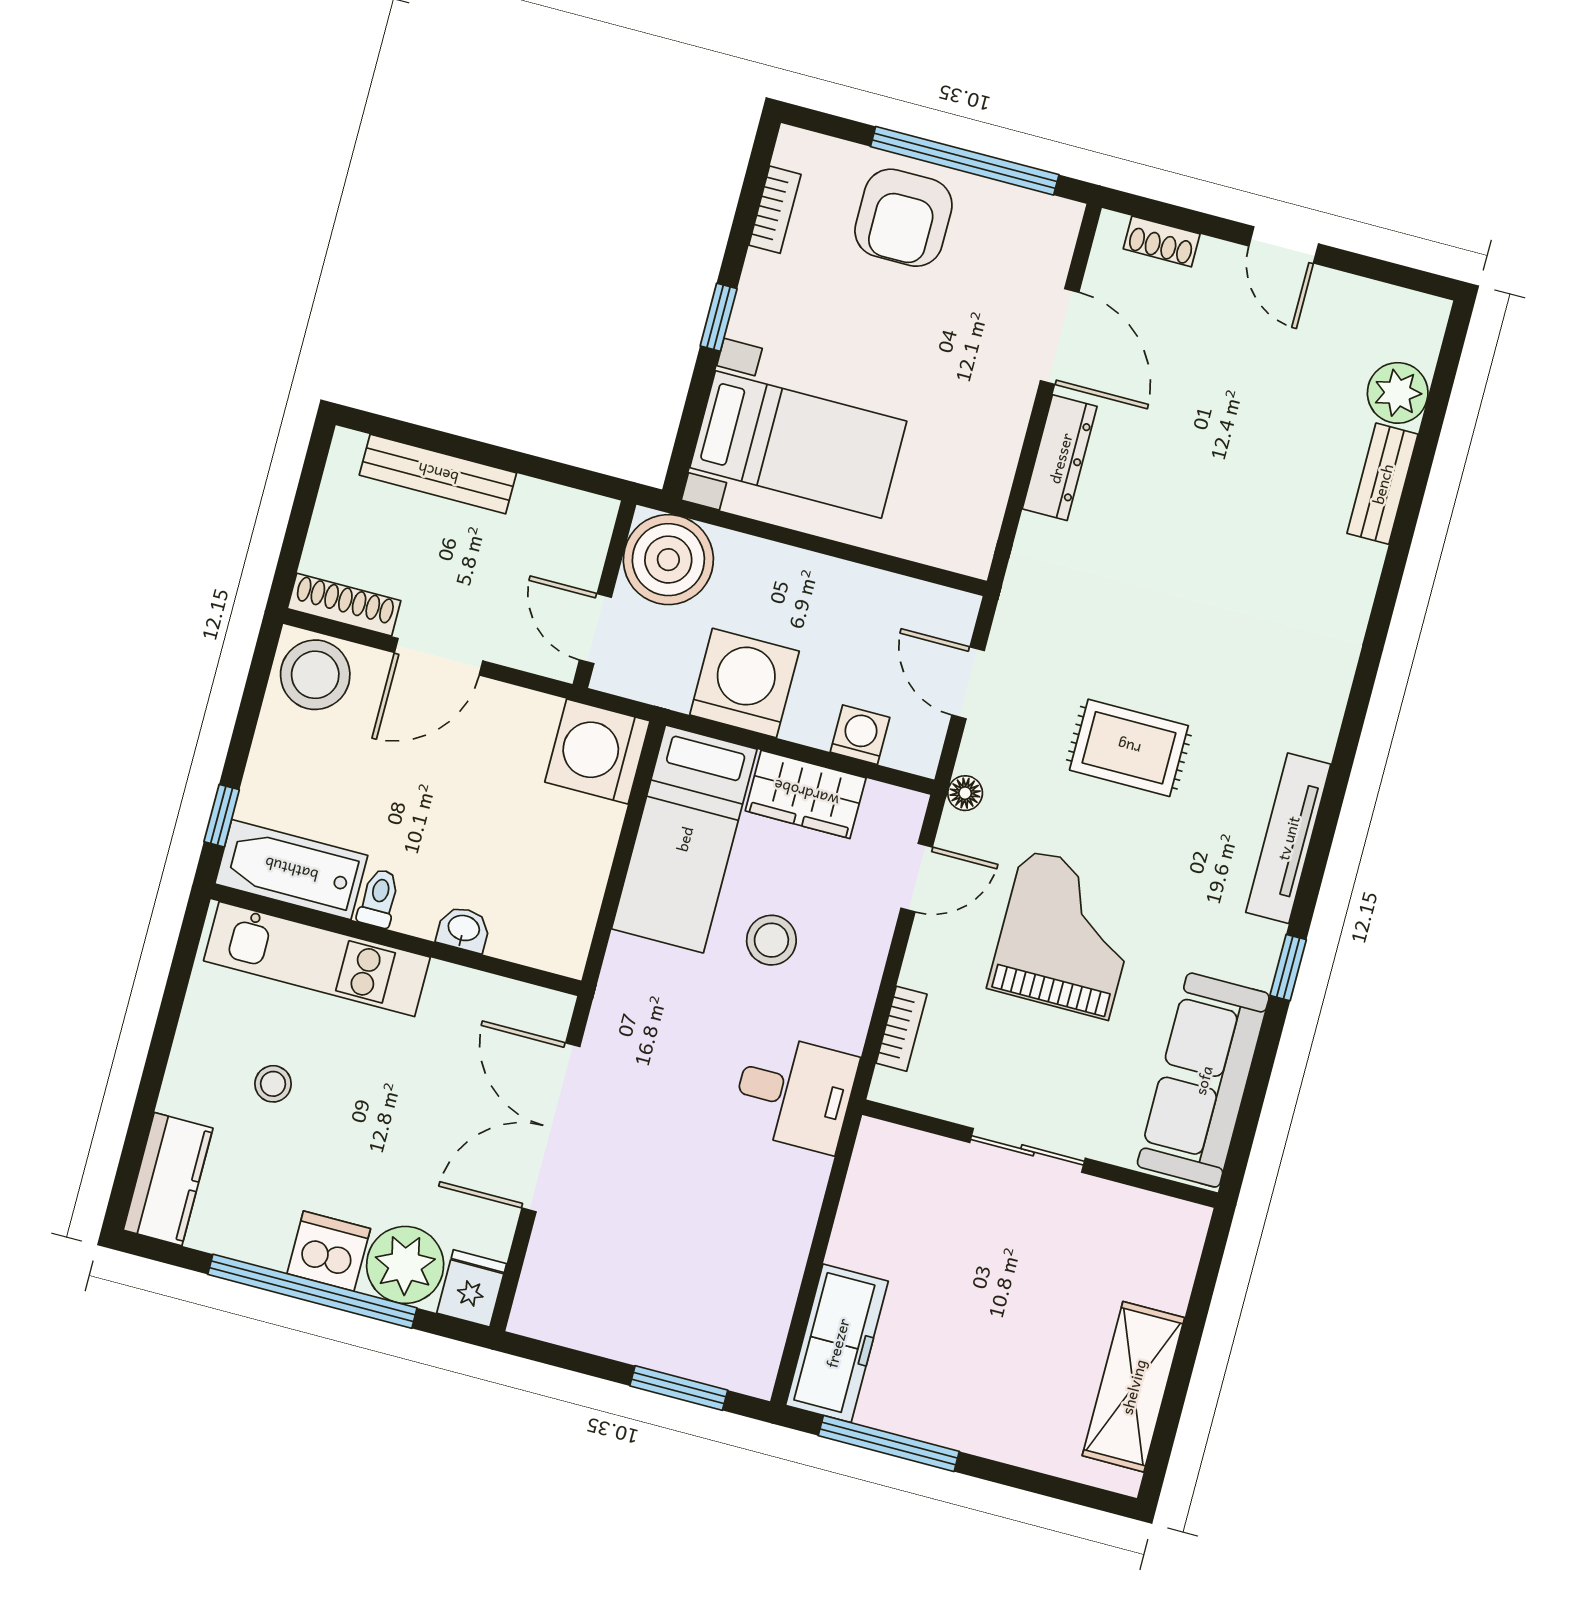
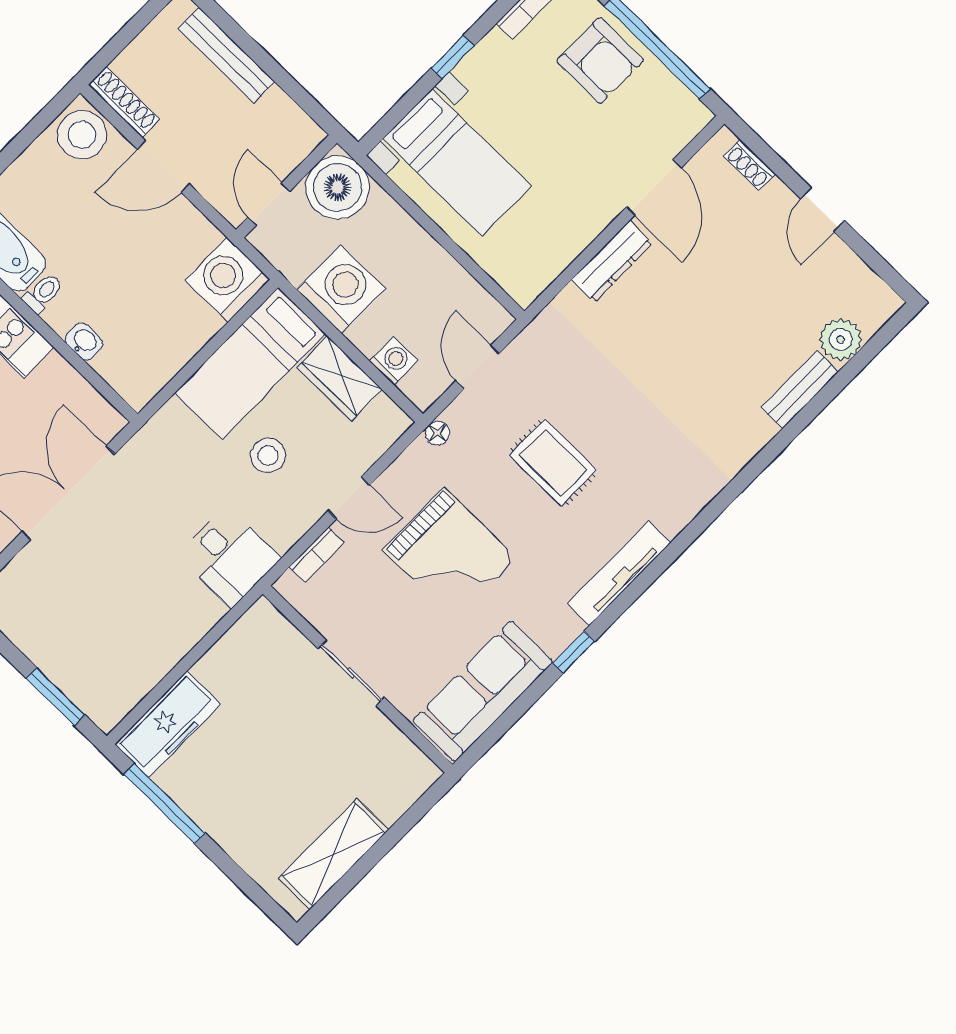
armchair: (903, 218) -> (600, 61), turned -90
door: (917, 878) -> (349, 498), moved
grand piano: (1066, 934) -> (450, 554), turned 90

